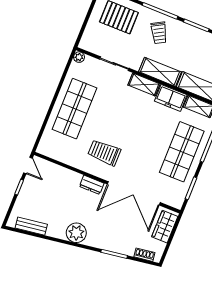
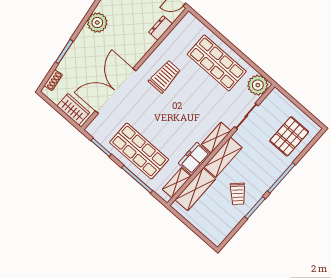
trolley: (159, 33) -> (238, 194), moved, turned -105
plant: (79, 57) -> (258, 85), width x1.88, depth x1.88
dresser: (92, 185) -> (160, 28), moved

